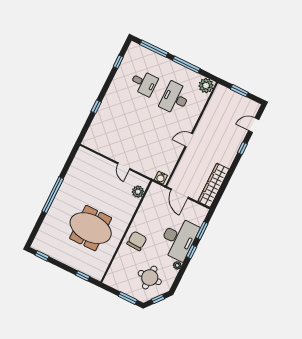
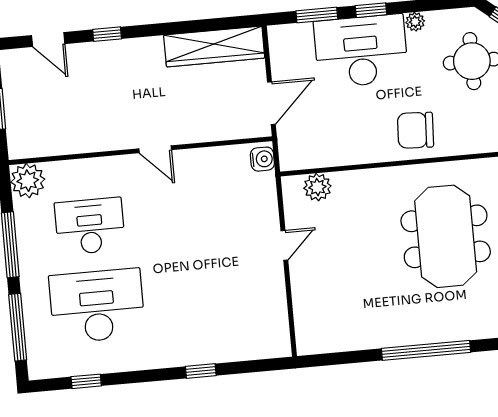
desk: (144, 83) -> (97, 306), width x1.87, depth x1.30
desk: (175, 98) -> (90, 226), turned 180

